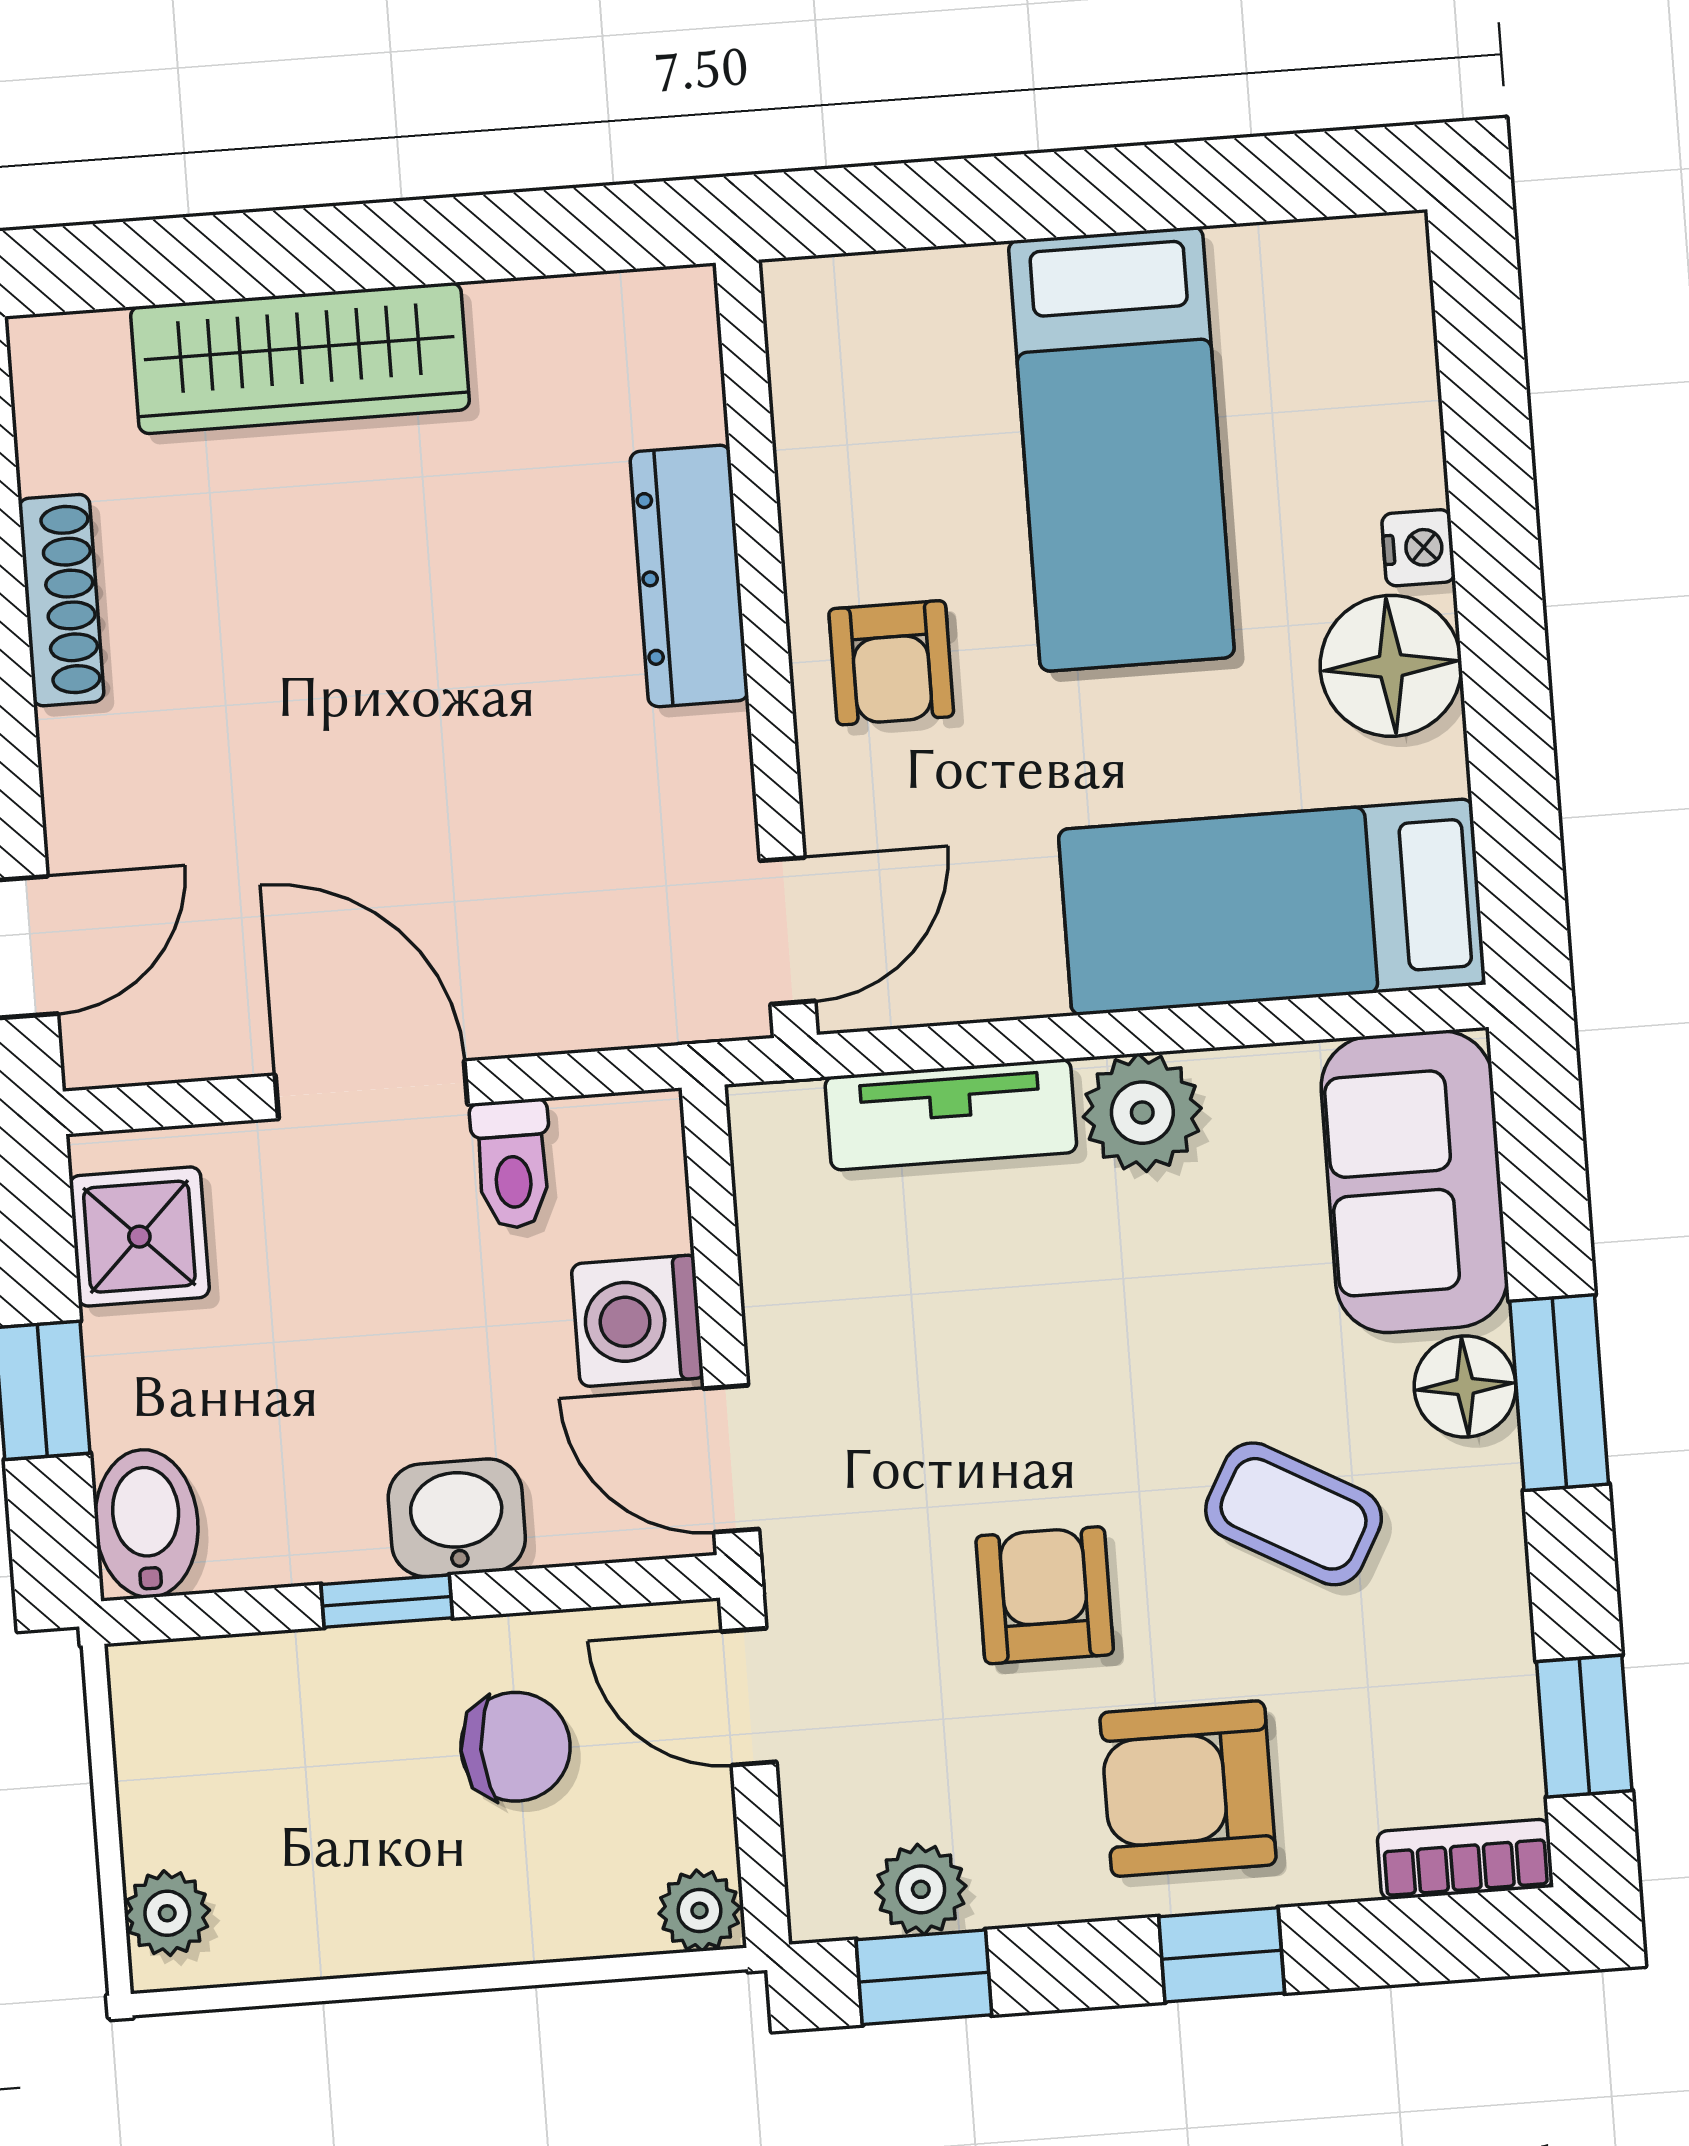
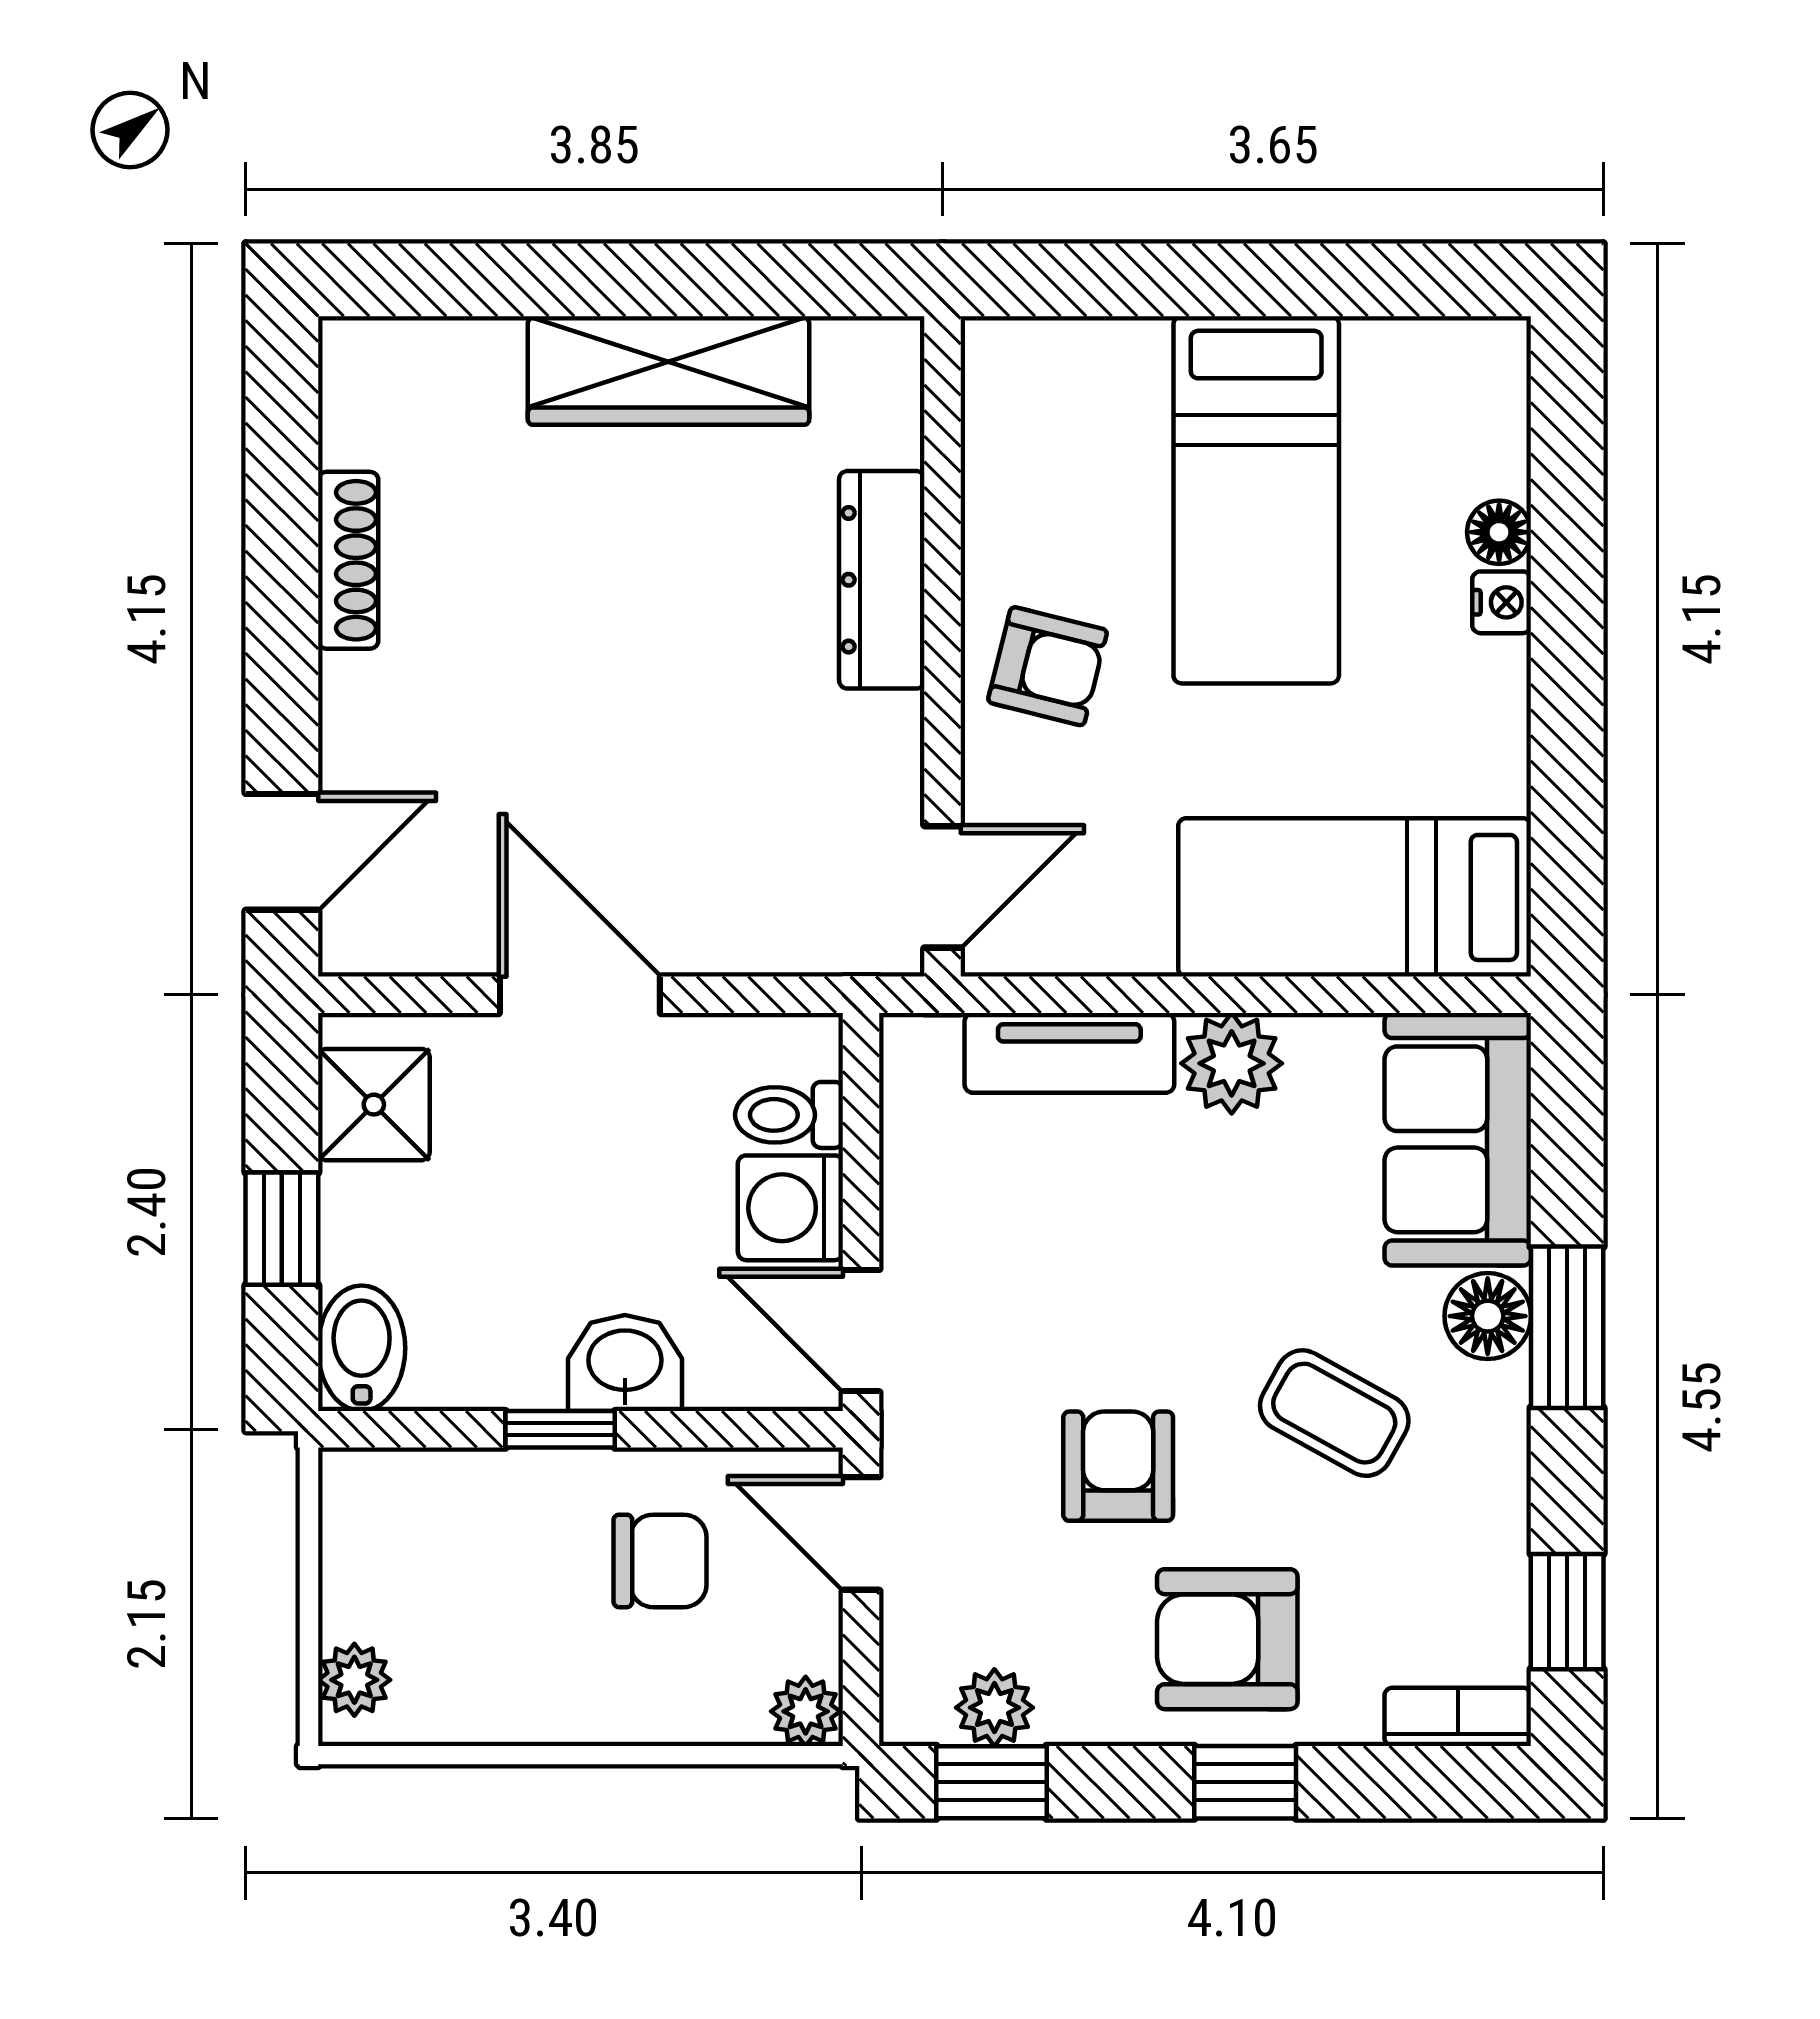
wardrobe: (300, 358) -> (669, 370), moved
armchair: (891, 663) -> (1048, 666), turned -76
floor lamp: (1391, 666) -> (1499, 532), moved, width x0.53, depth x0.53
toilet: (512, 1164) -> (789, 1115), moved, turned 90

